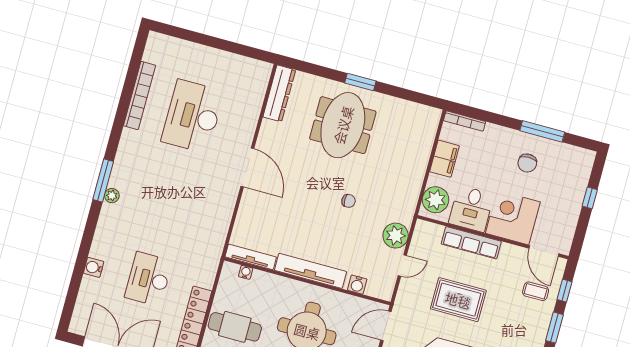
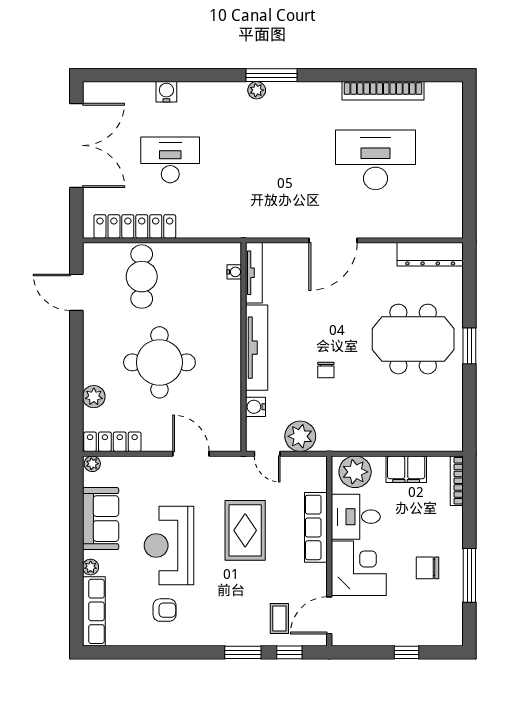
tv unit: (251, 257) -> (254, 273), moved
tv unit: (310, 271) -> (257, 348), moved
water cooler: (246, 272) -> (234, 272), moved
wall: (307, 281) -> (244, 347), moved
water cooler: (357, 285) -> (255, 407), moved

